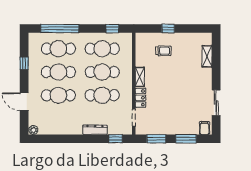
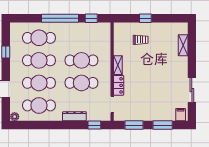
window: (60, 29) -> (60, 18), moved
cafe table: (102, 49) -> (39, 105), moved

